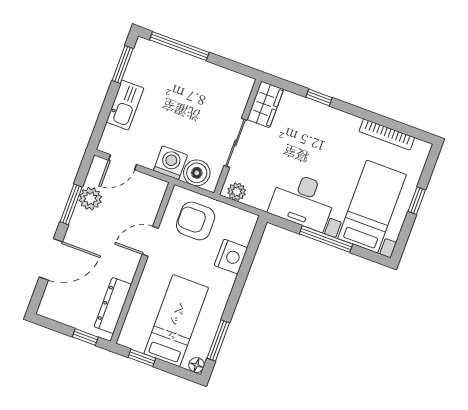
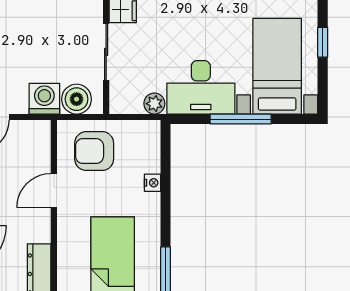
plant: (237, 192) -> (154, 104), moved
nightstand: (231, 257) -> (152, 183), width x0.53, depth x0.56

